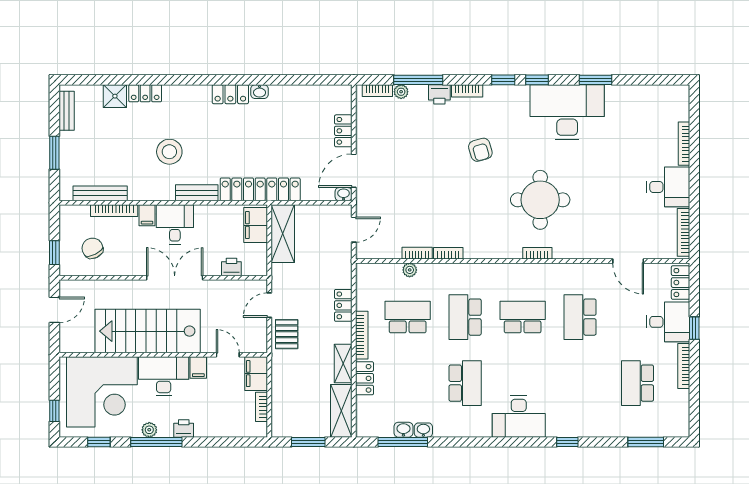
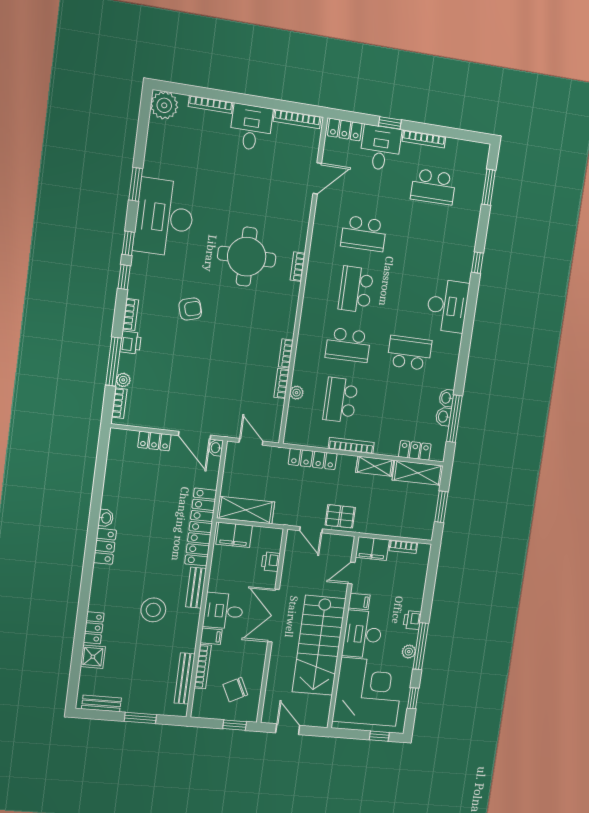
plant: (676, 98) -> (164, 105), added
locker: (343, 305) -> (313, 459), width x1.53
locker: (364, 378) -> (415, 450), moved

